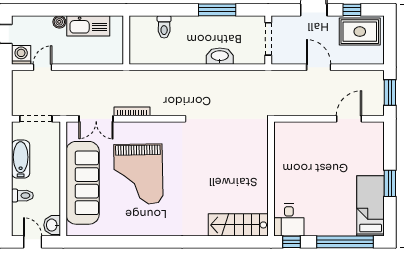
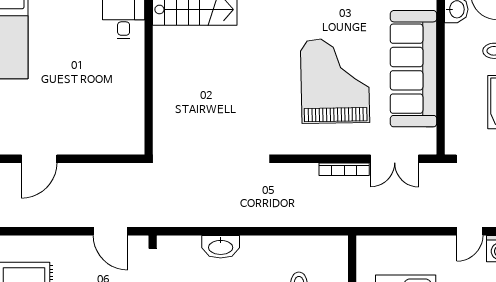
door: (319, 67) -> (110, 231), moved
double door: (96, 119) -> (395, 159), swing flipped

